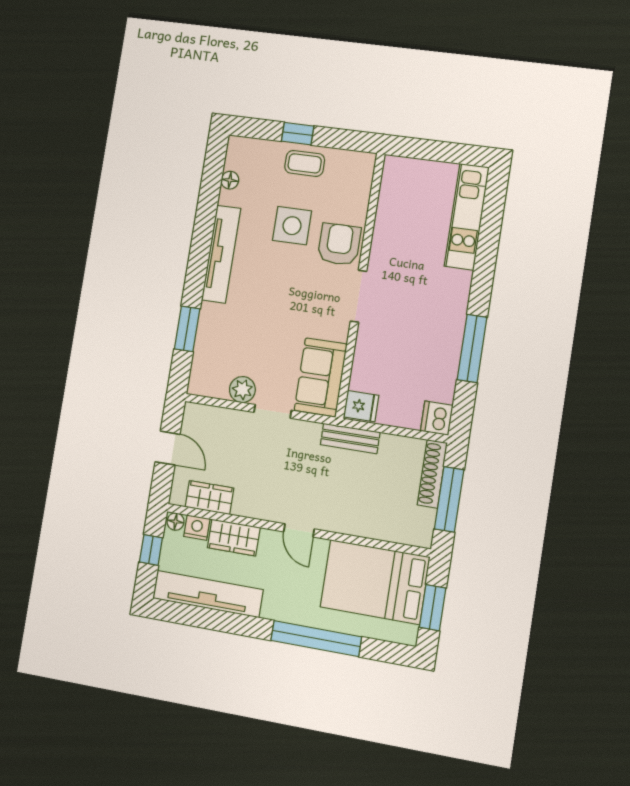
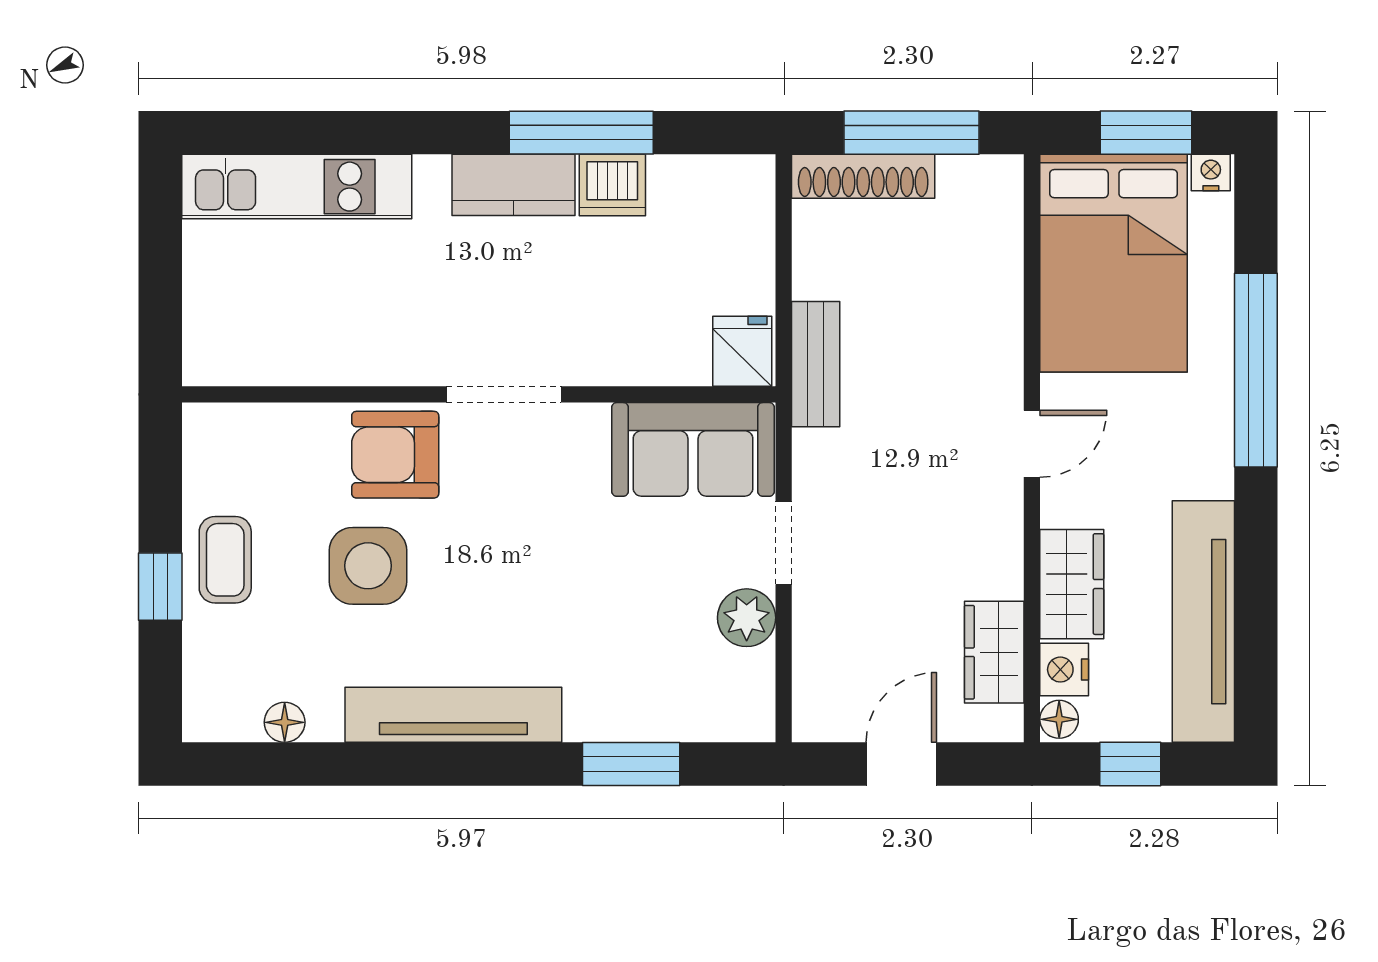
kitchen counter: (453, 314) -> (514, 185), added
dishwasher: (437, 418) -> (612, 185), moved
nightstand: (410, 634) -> (1211, 173), added

